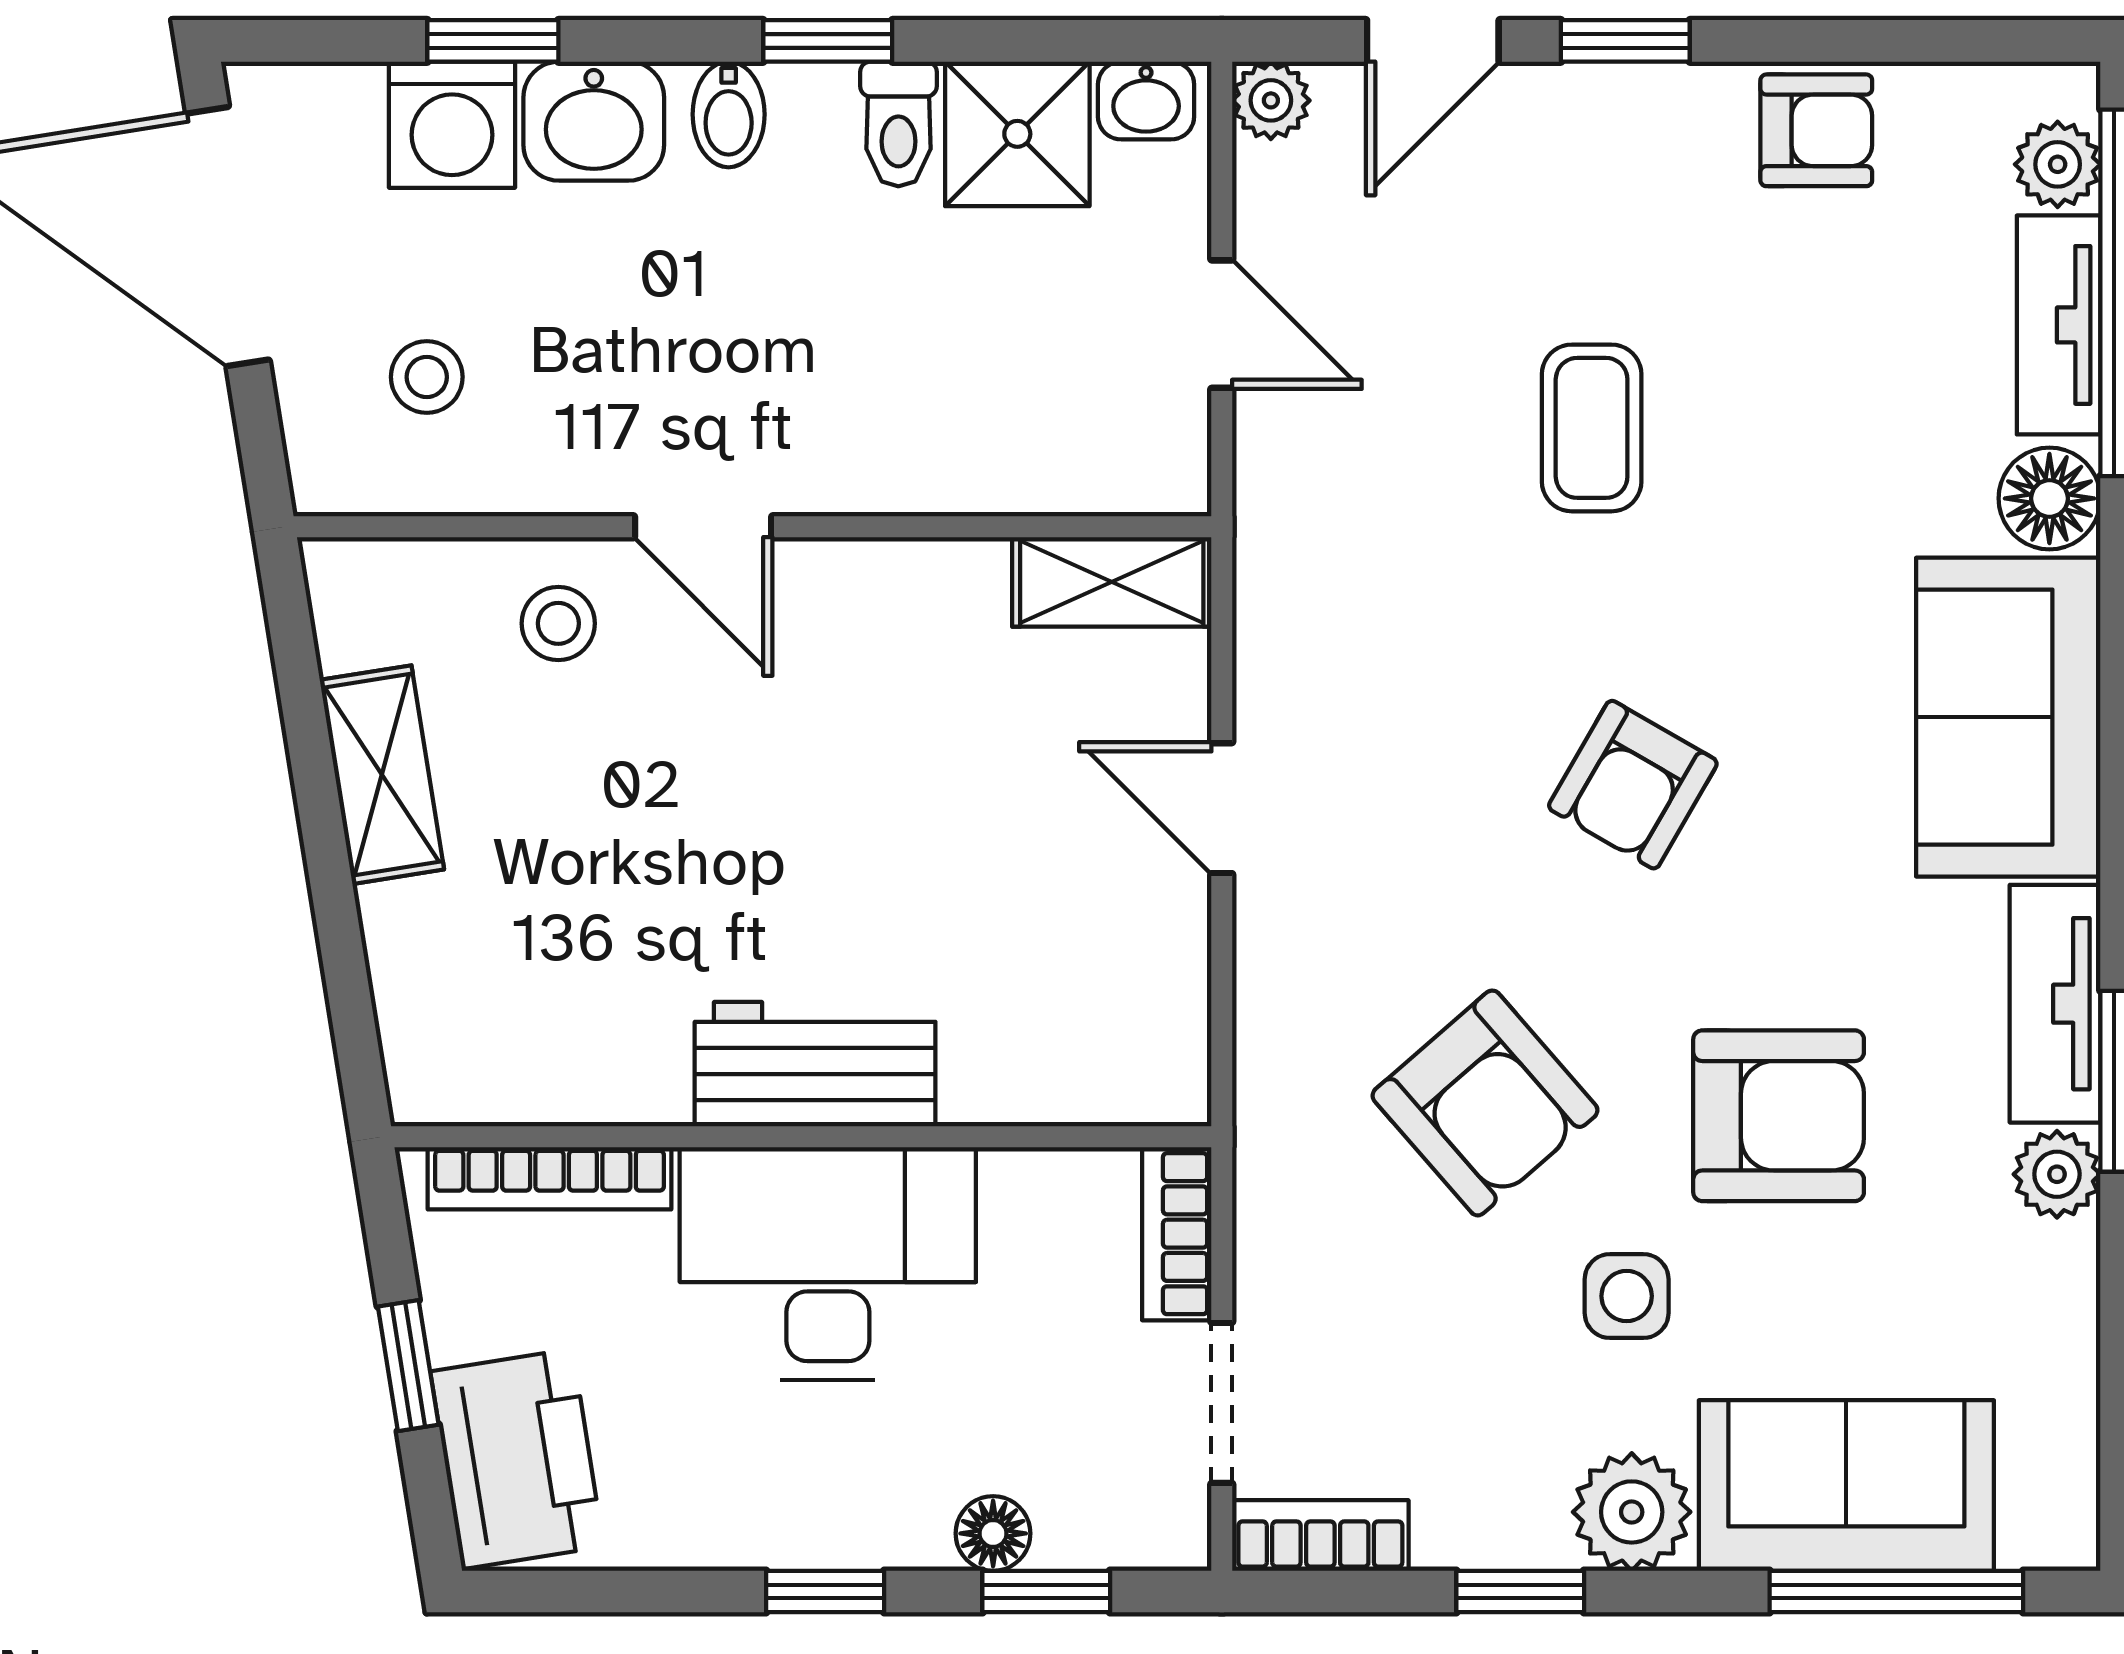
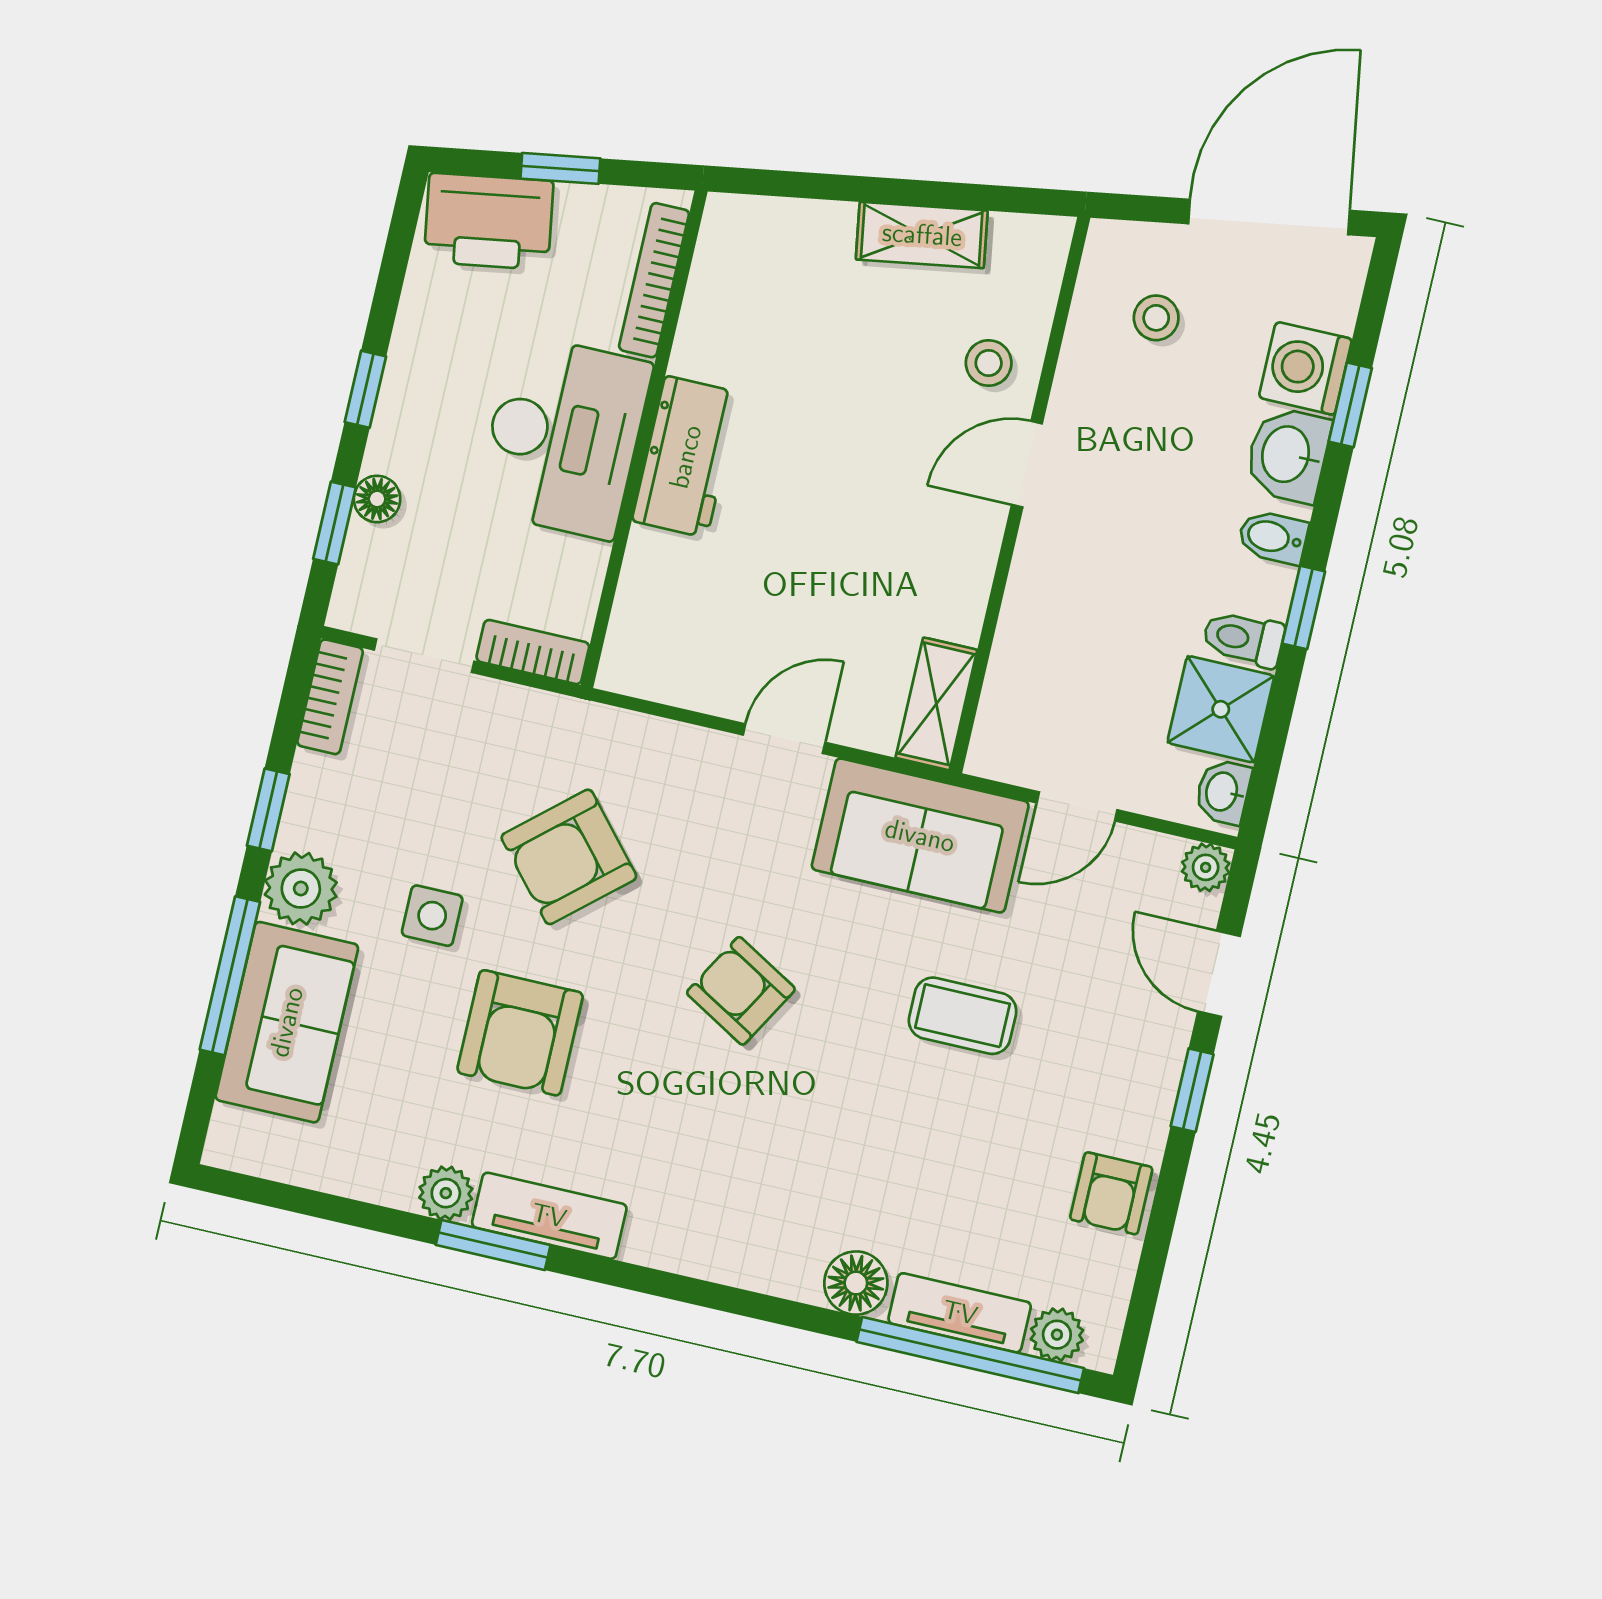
sofa: (2008, 717) -> (920, 836), moved, turned 180
window: (1896, 1592) -> (230, 976), moved

